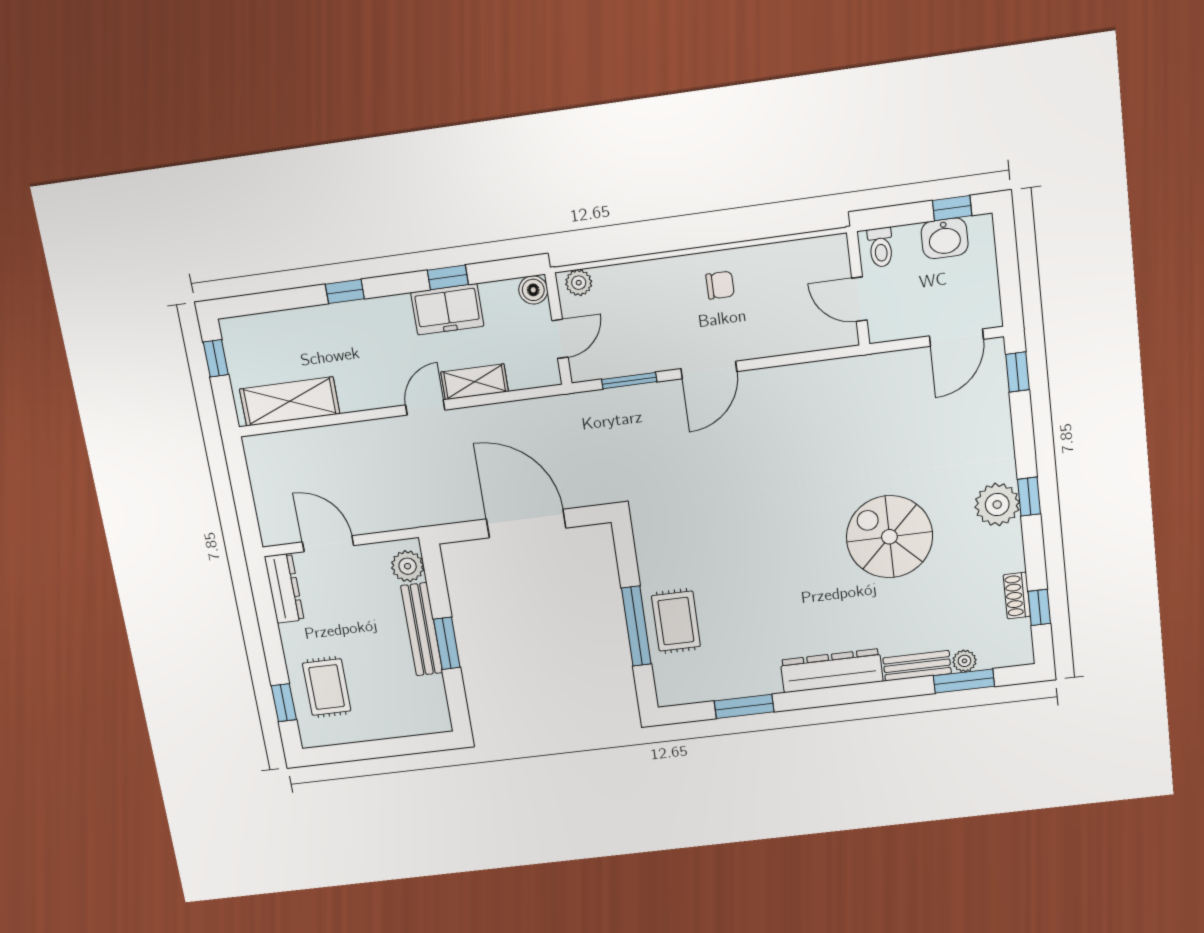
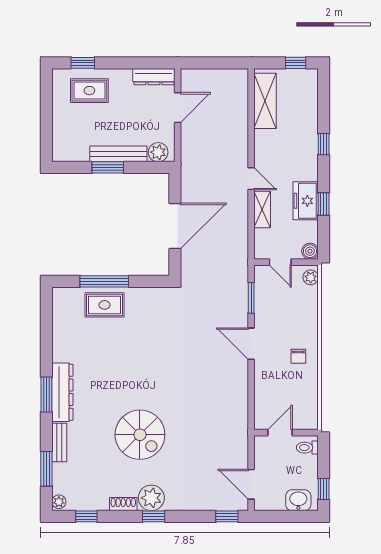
washbasin: (945, 238) -> (298, 500), moved, turned 90
spiral stairs: (889, 537) -> (140, 435), turned 90
shoe rack: (1017, 596) -> (123, 504), moved
plant: (964, 661) -> (59, 502), moved
window: (744, 706) -> (46, 394), moved

